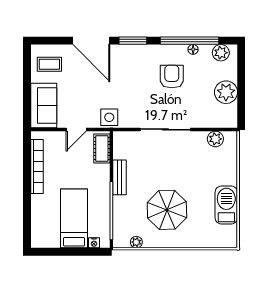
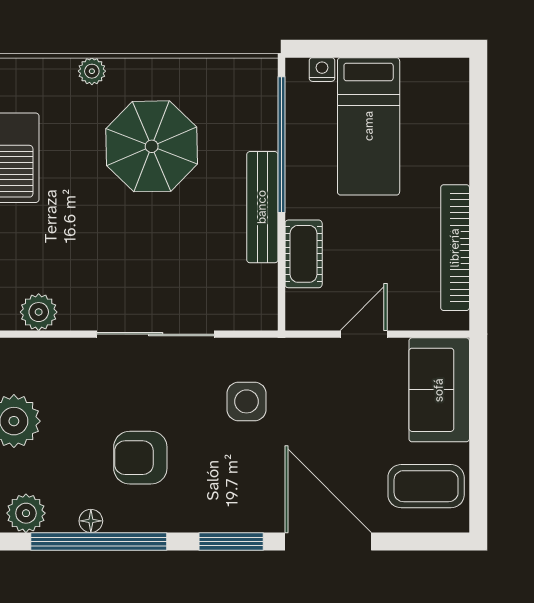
coffee table: (49, 64) -> (426, 486), width x1.36, depth x1.30
armchair: (172, 77) -> (140, 458), turned 90
side table: (109, 117) -> (247, 401), moved
cot: (102, 148) -> (304, 254), moved
bench: (120, 177) -> (262, 207), width x1.36
plant: (136, 242) -> (92, 71), moved

